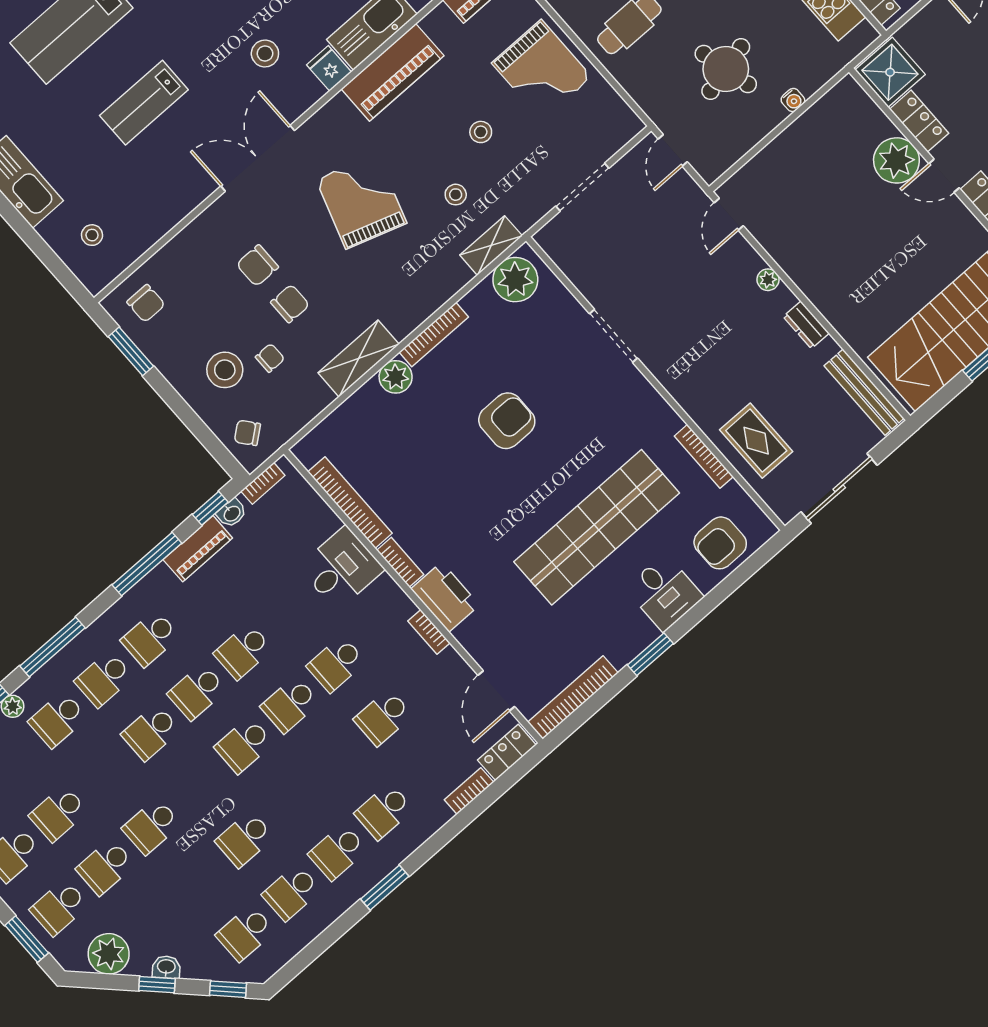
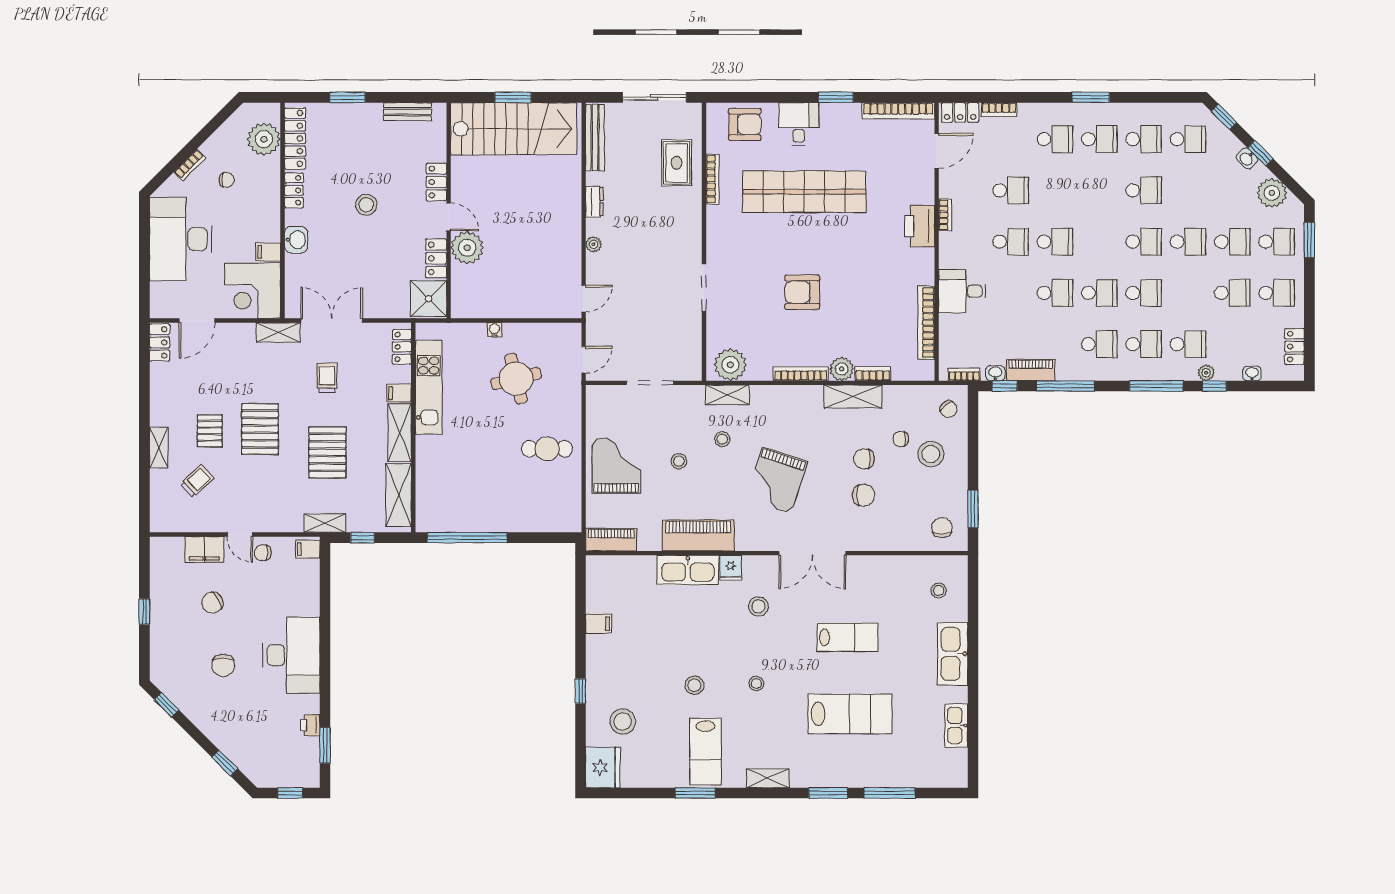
bookcase: (400, 562) -> (873, 374), moved, turned 90
school desk: (244, 745) -> (1144, 242), moved

